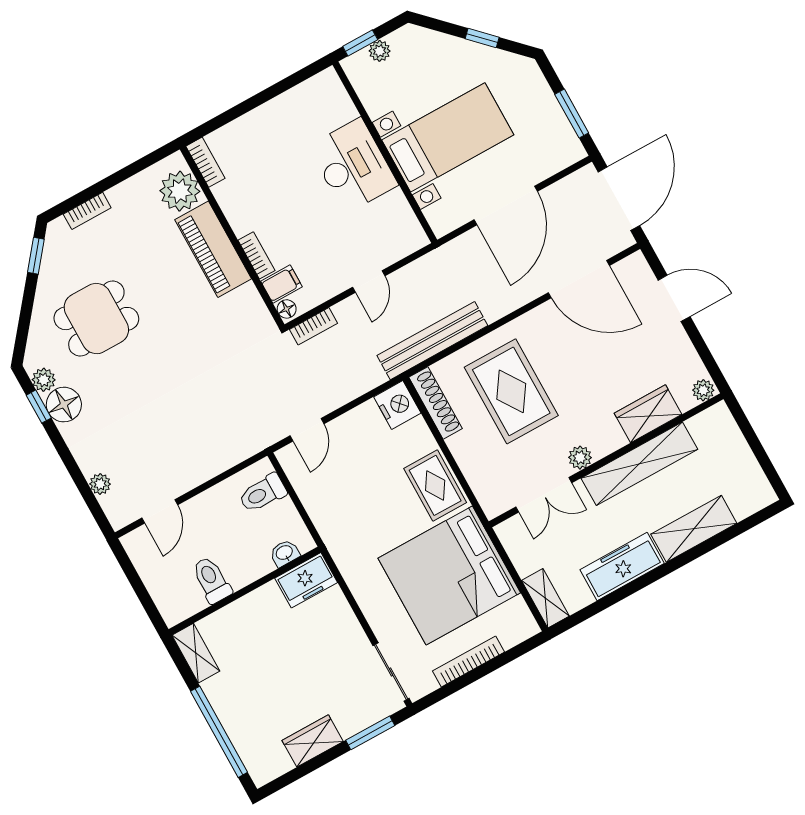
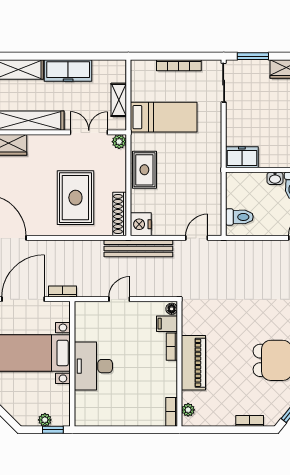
plant: (180, 191) -> (188, 410), width x0.53, depth x0.53
bookcase: (313, 326) -> (63, 292), moved
bench: (432, 341) -> (138, 248), moved
plant: (580, 458) -> (119, 142), moved
washbasin: (285, 553) -> (275, 178), moved
bed: (449, 575) -> (164, 117), width x0.49
shelving: (545, 598) -> (119, 100), moved

